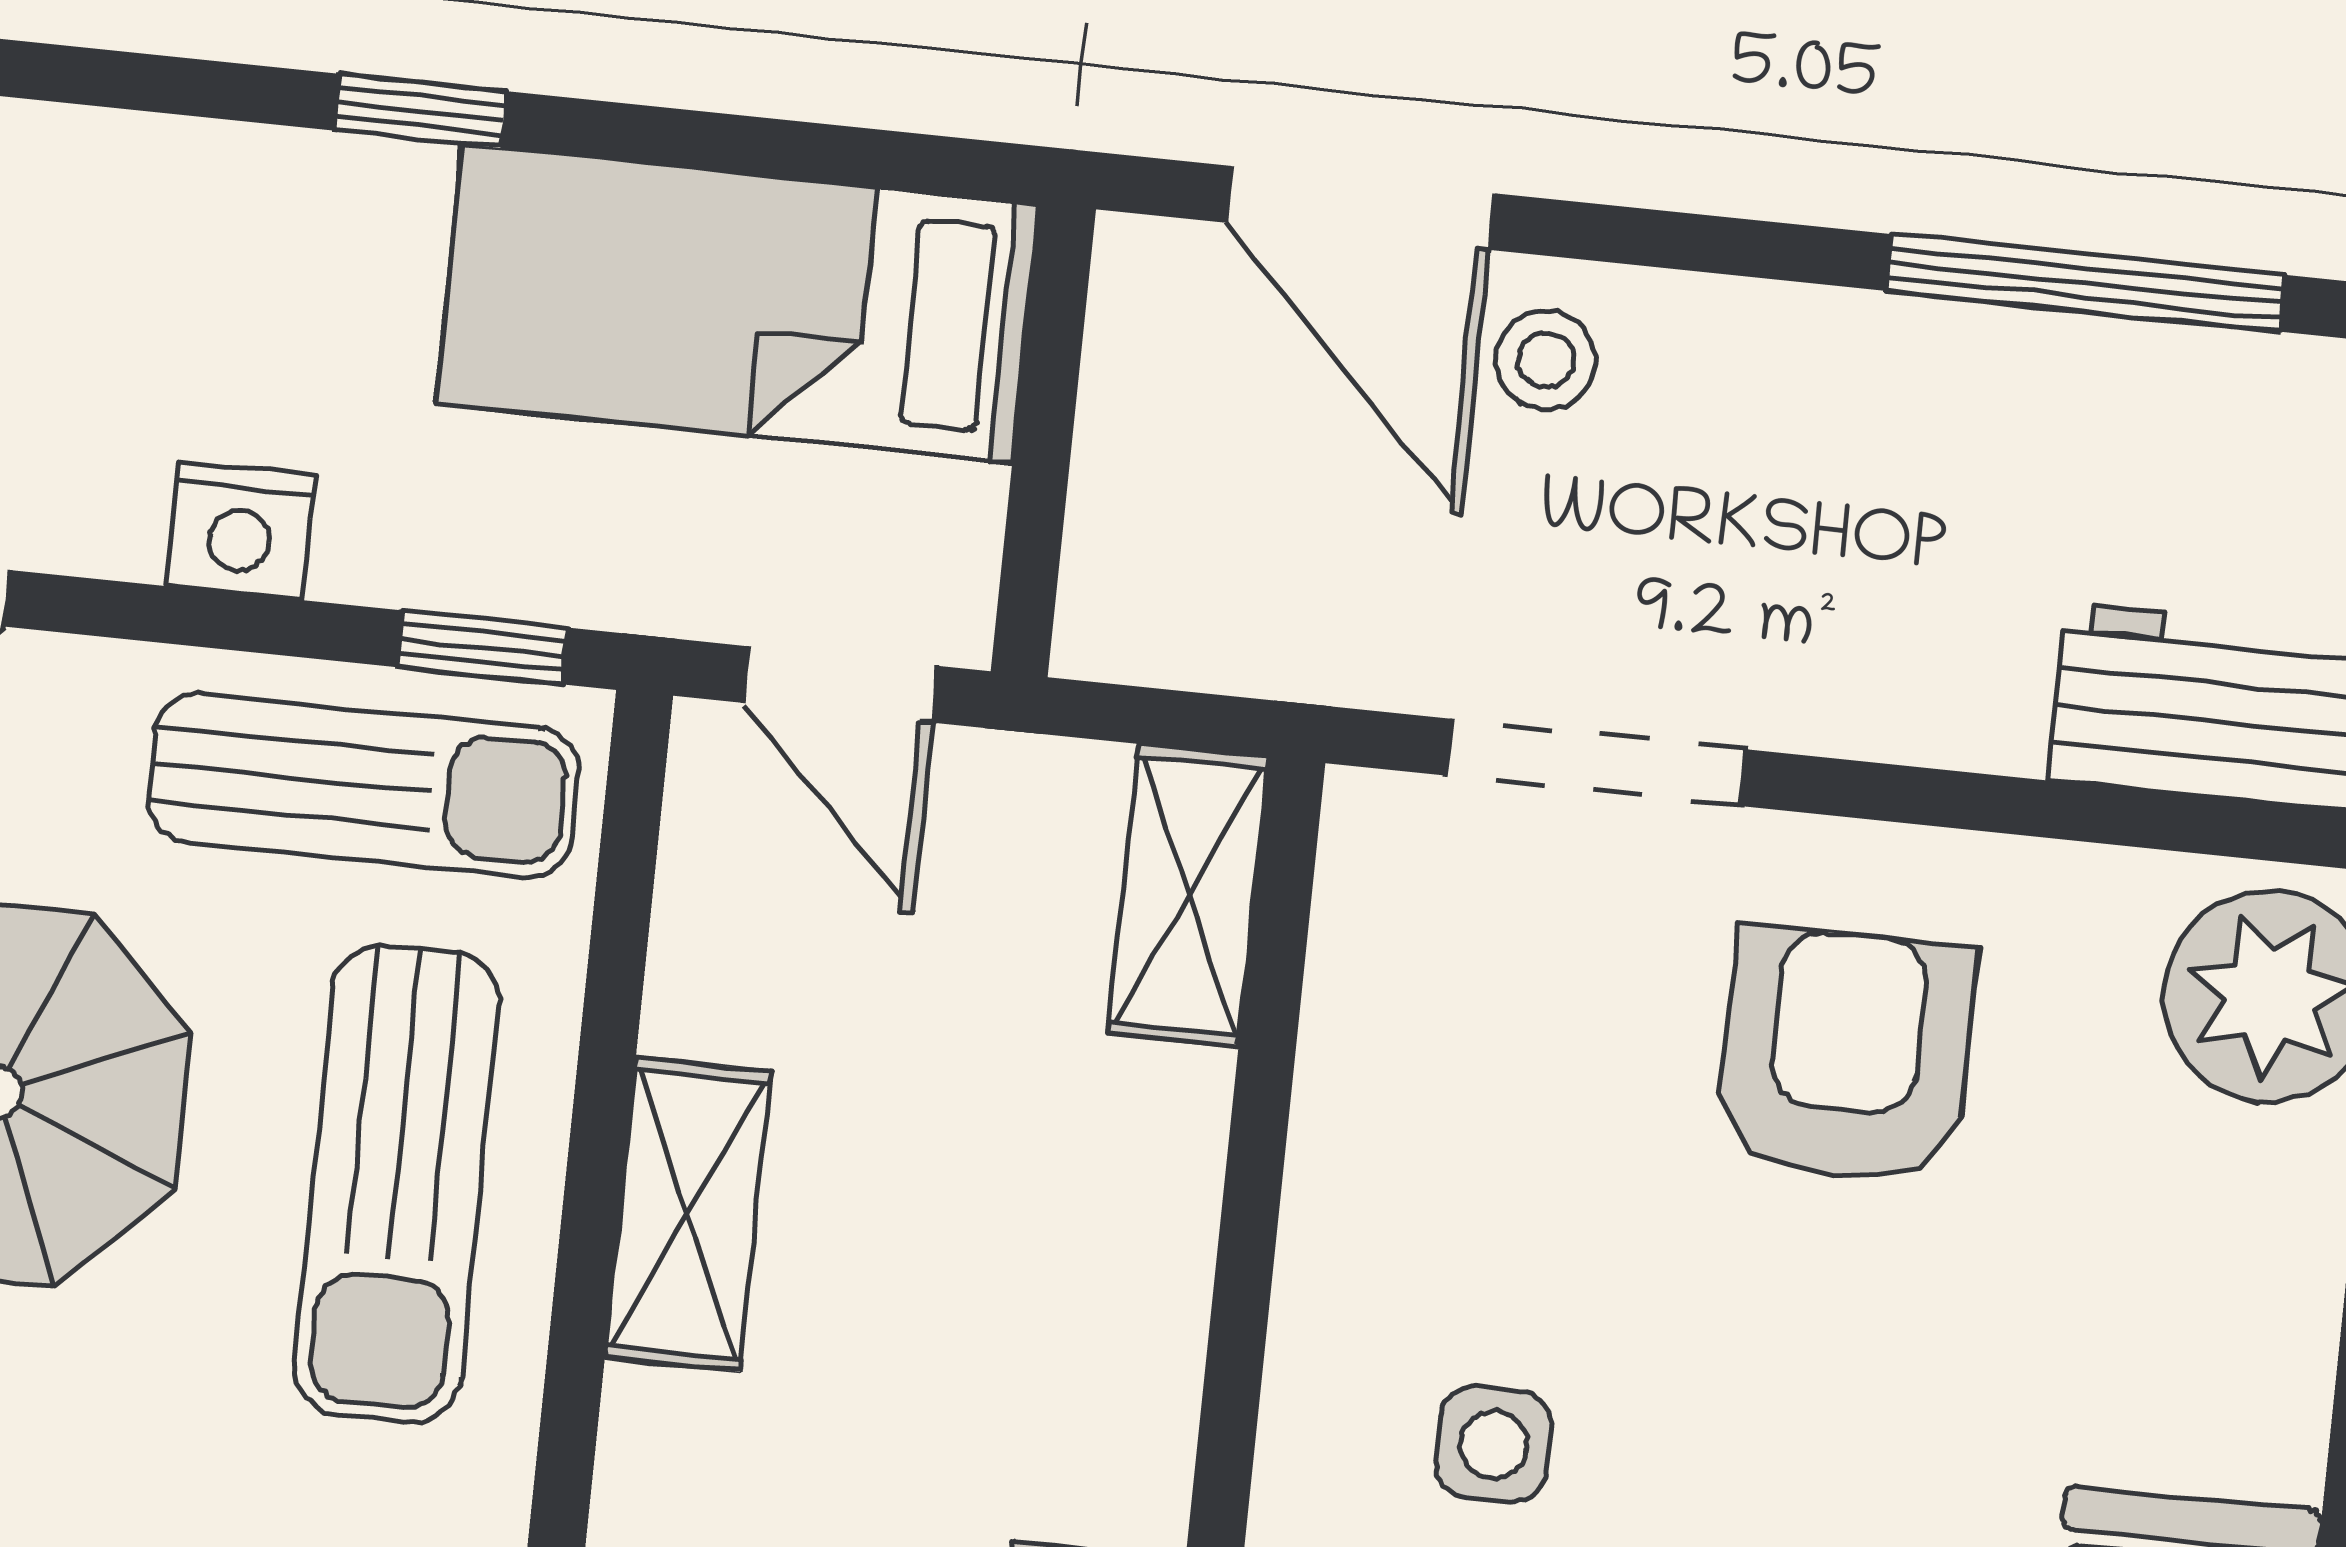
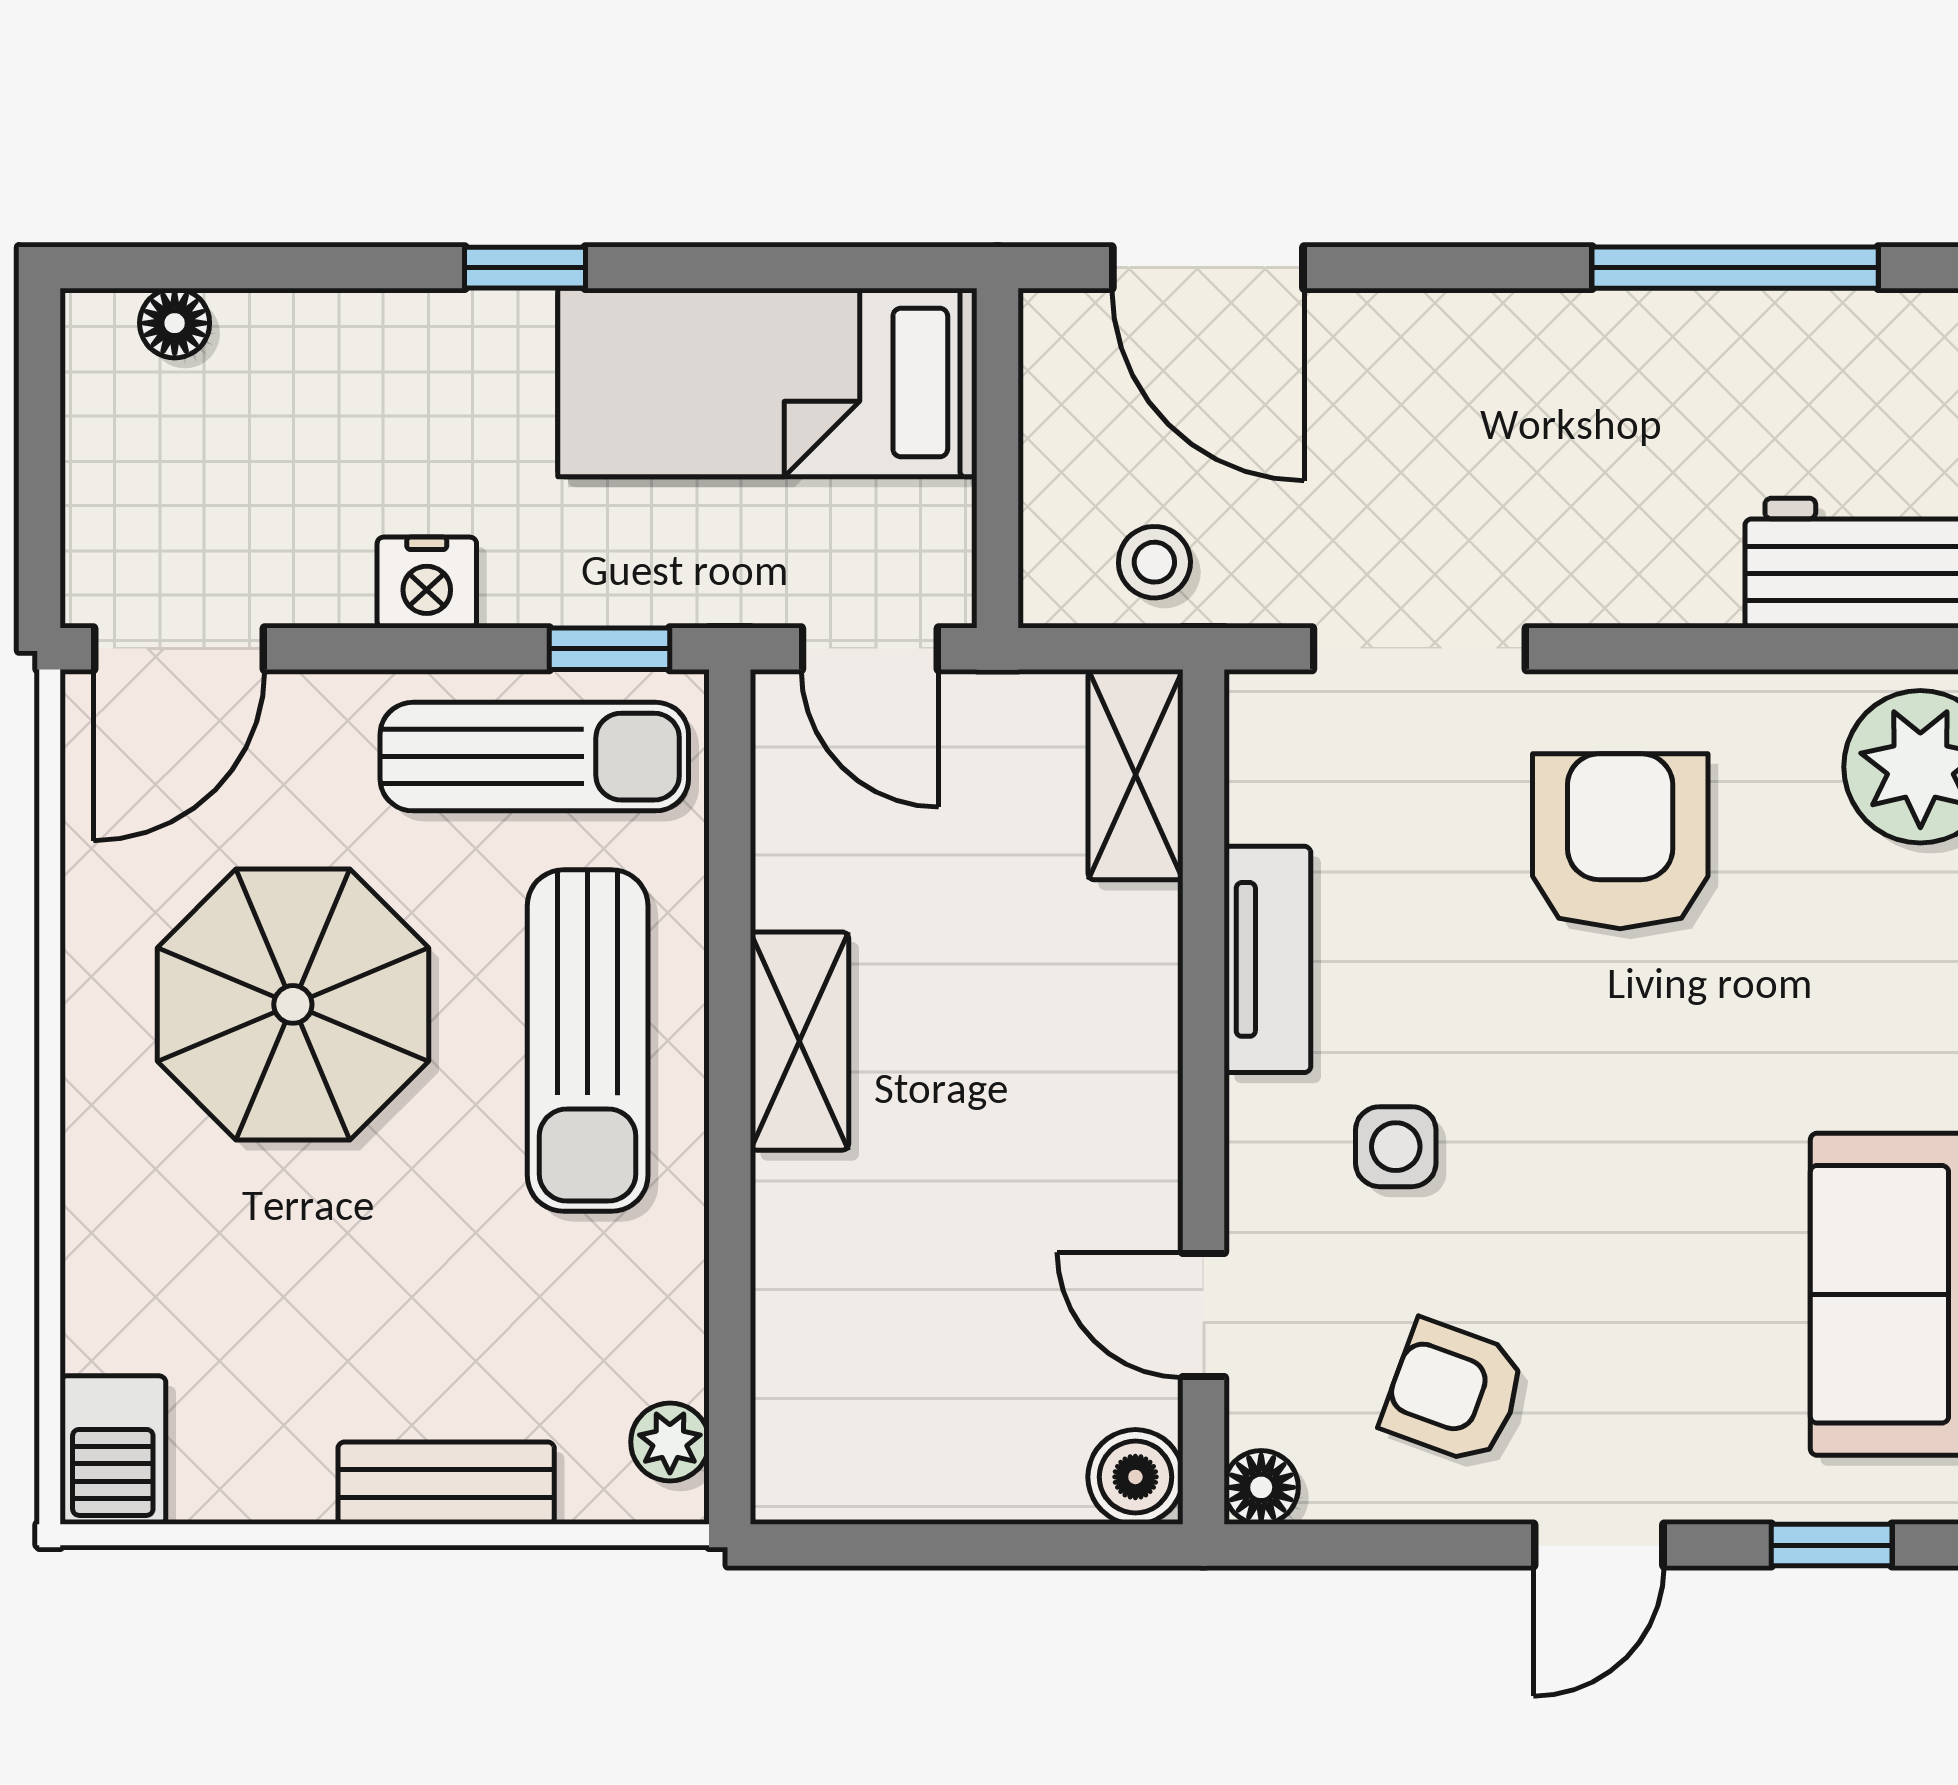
stool: (1546, 360) -> (1154, 562), moved
tv unit: (1343, 1169) -> (1267, 959), added

